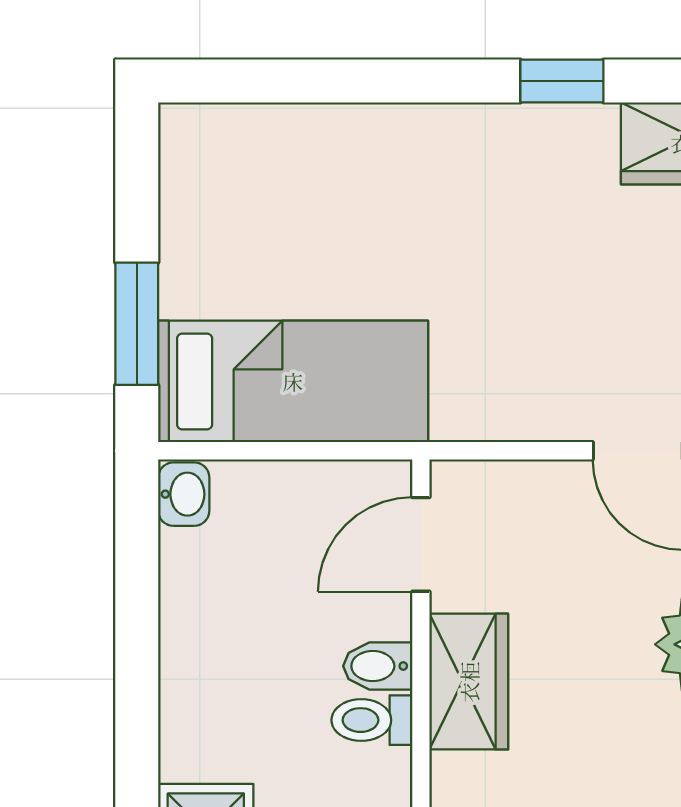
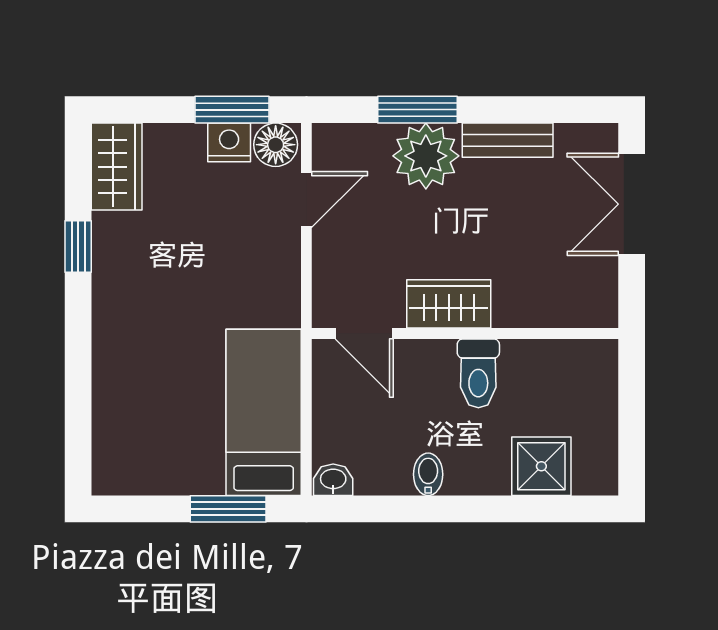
bidet: (378, 666) -> (428, 474), moved, turned 180
toilet: (372, 720) -> (478, 373), width x1.37, depth x1.39

